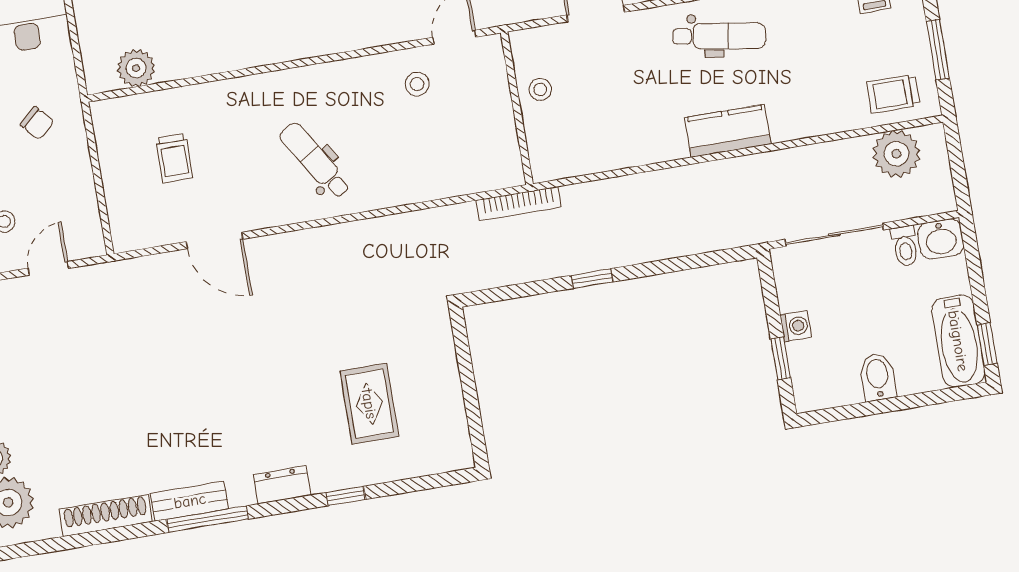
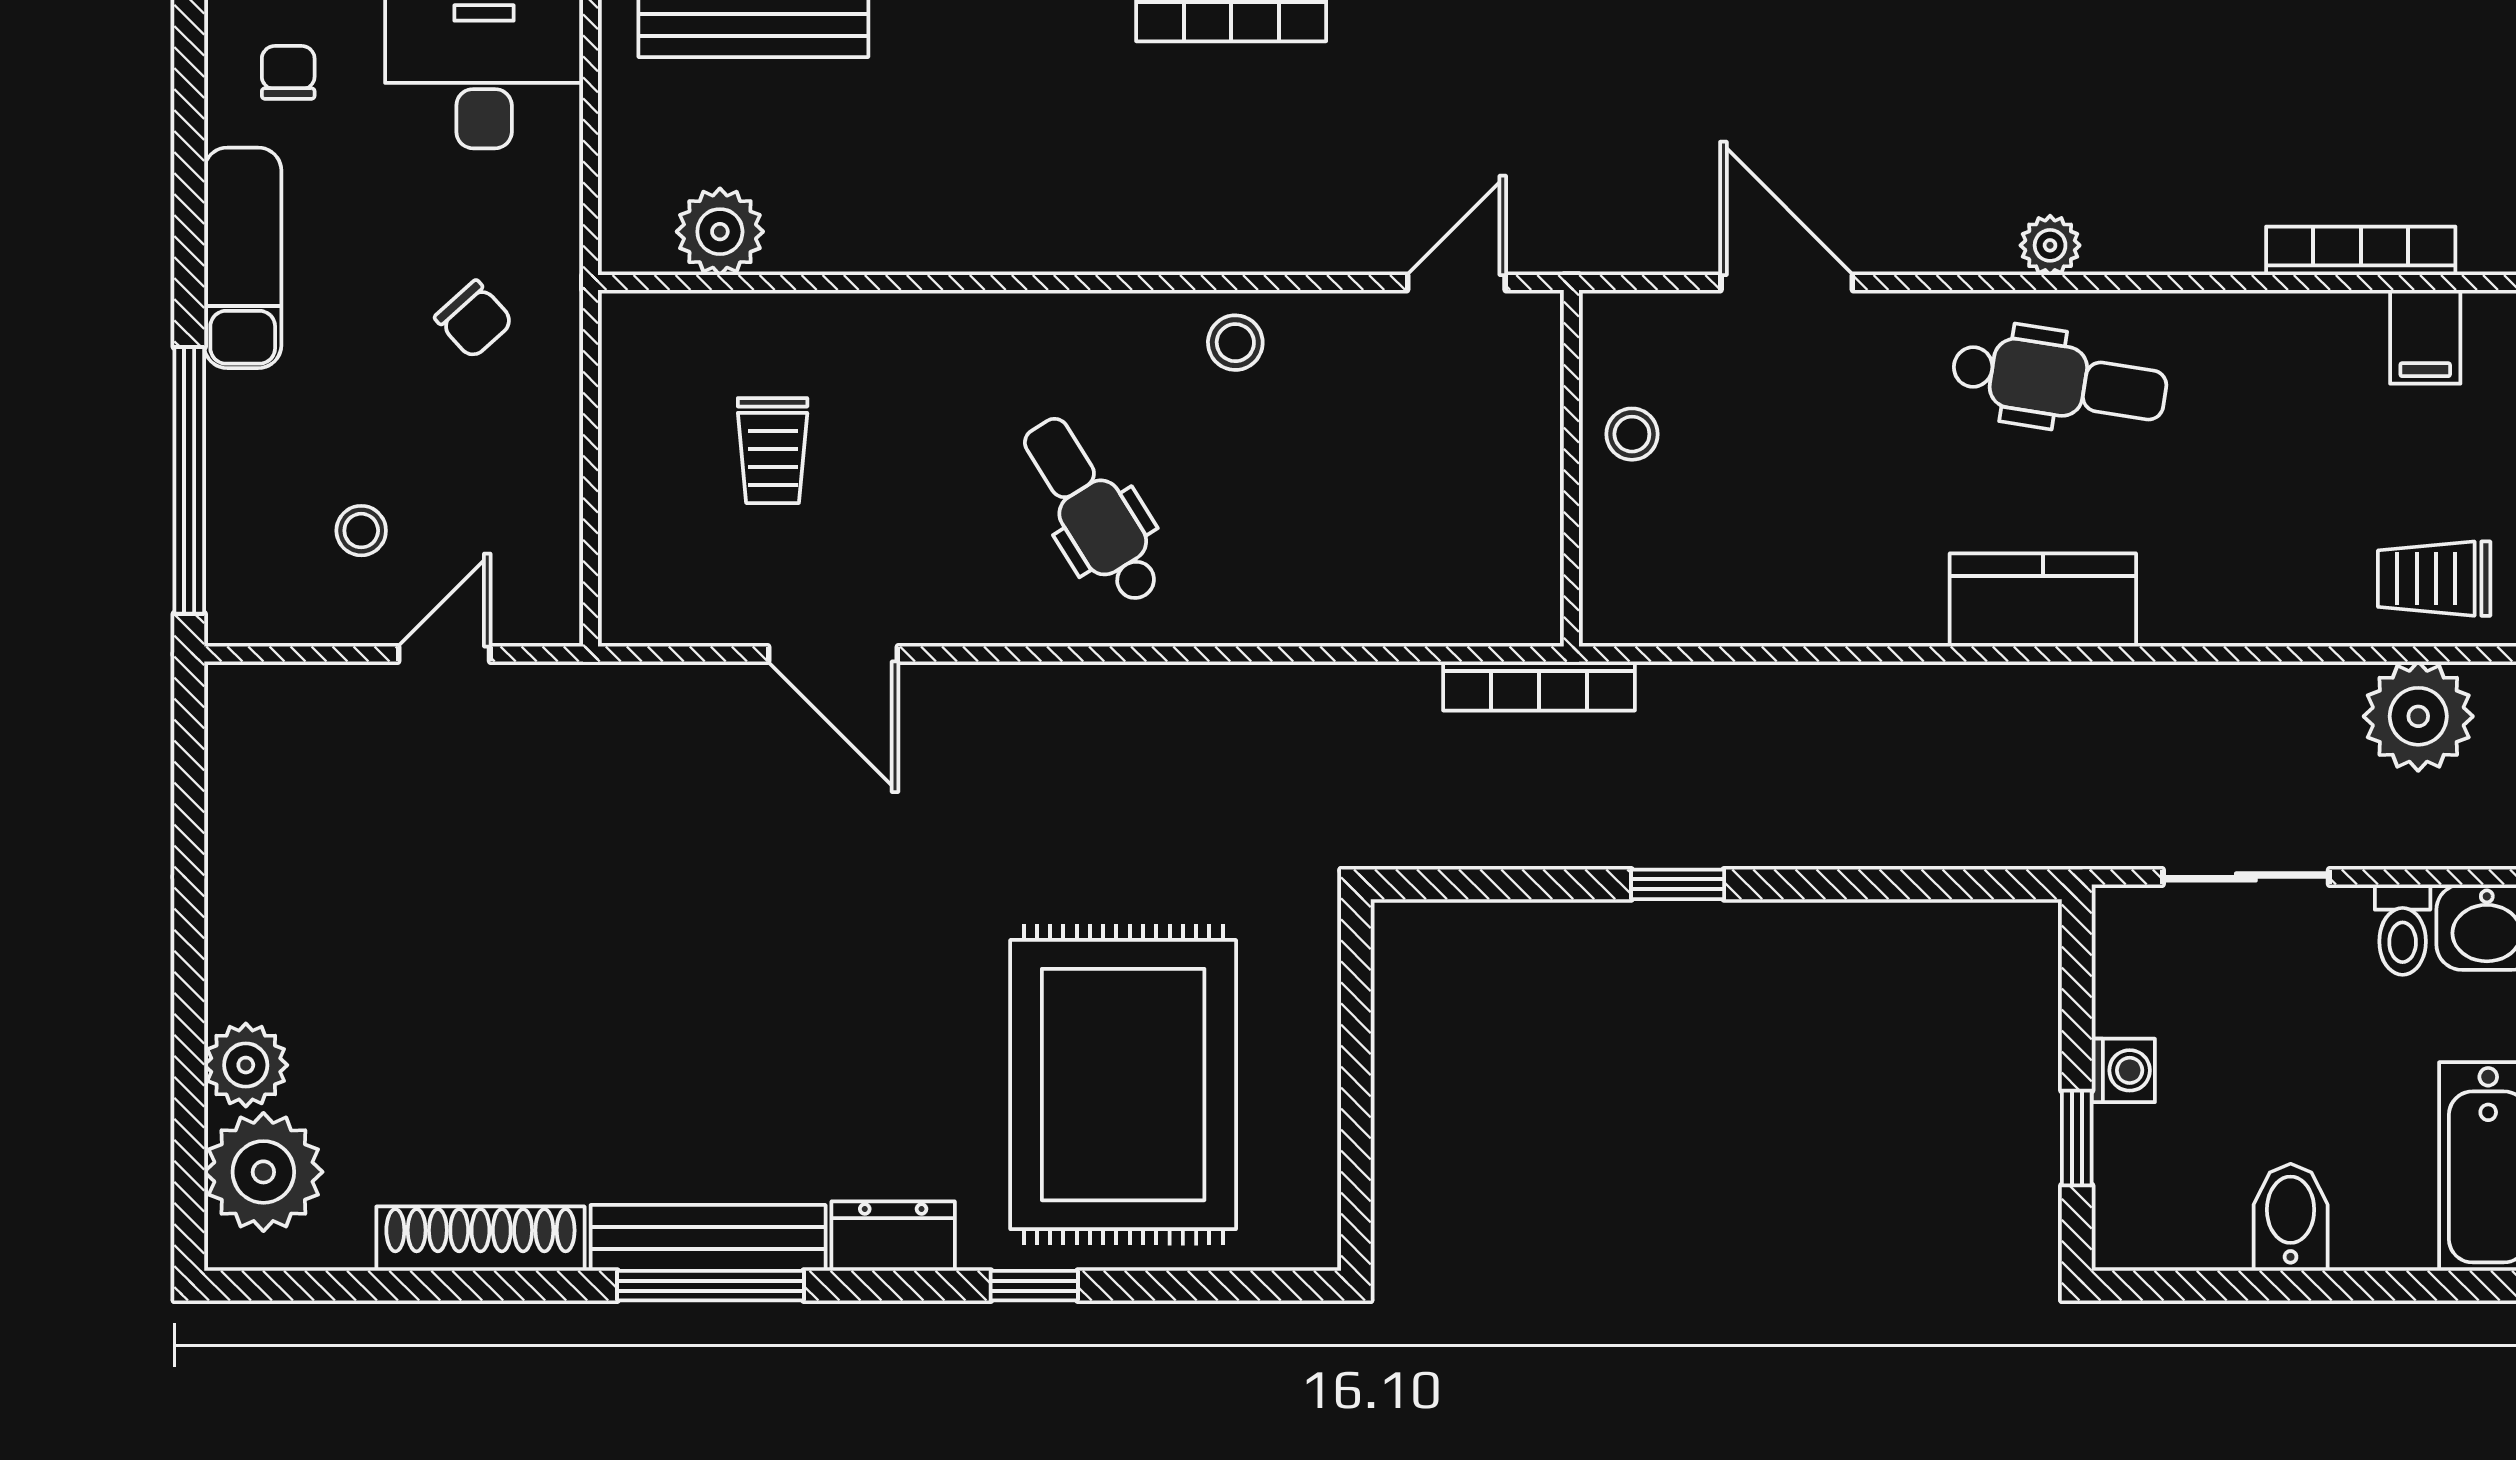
stool: (417, 84) -> (1235, 343), moved
sliding door: (834, 235) -> (2246, 877), width x0.73
rug: (369, 404) -> (1123, 1085), width x1.86, depth x2.06
bench: (190, 501) -> (708, 1238), width x1.36

